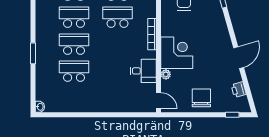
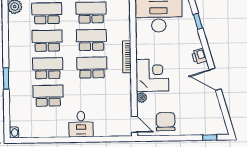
school desk: (117, 44) -> (92, 68), added
door: (239, 58) -> (215, 79), swing flipped
desk: (143, 71) -> (81, 124), moved, turned 90
printer: (239, 90) -> (199, 56), moved
chair: (201, 98) -> (166, 122), moved

